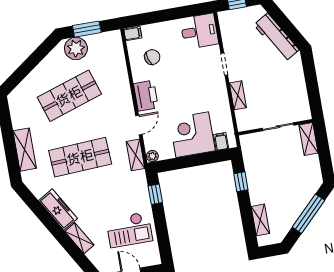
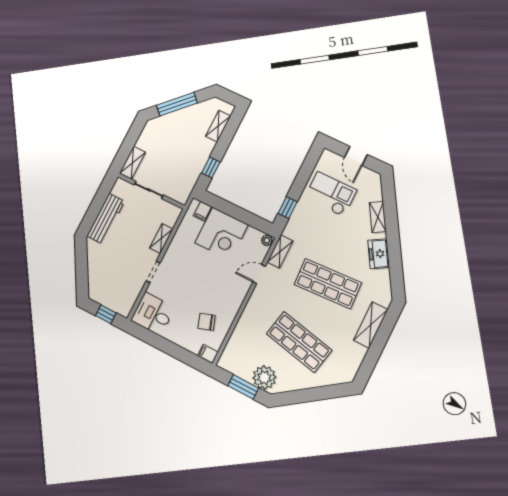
workbench: (276, 37) -> (106, 219), moved, turned 30
shop shelf: (69, 96) -> (299, 342), turned 30
printer: (146, 96) -> (235, 294), removed
freezer: (58, 210) -> (379, 254), width x0.71

